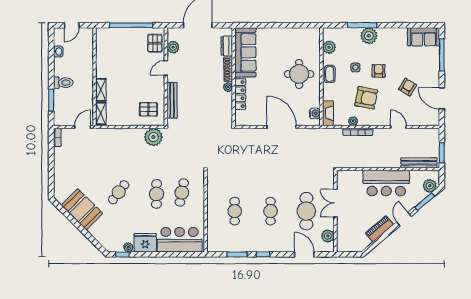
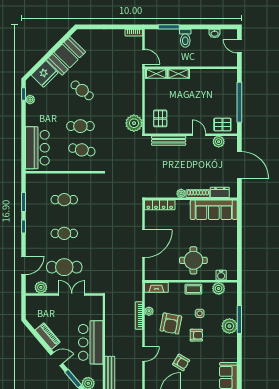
locker: (240, 94) -> (160, 205), moved
water cooler: (315, 113) -> (221, 275), moved
fridge: (145, 243) -> (45, 74), moved, turned 45

